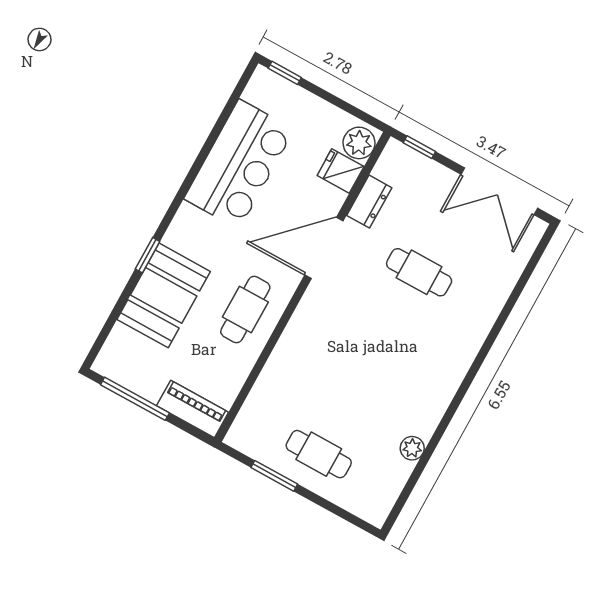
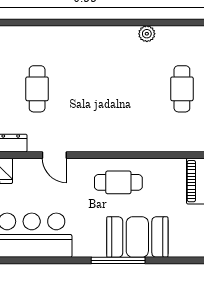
door: (324, 248) -> (54, 155), width x0.53
window: (148, 255) -> (118, 260), width x2.17

